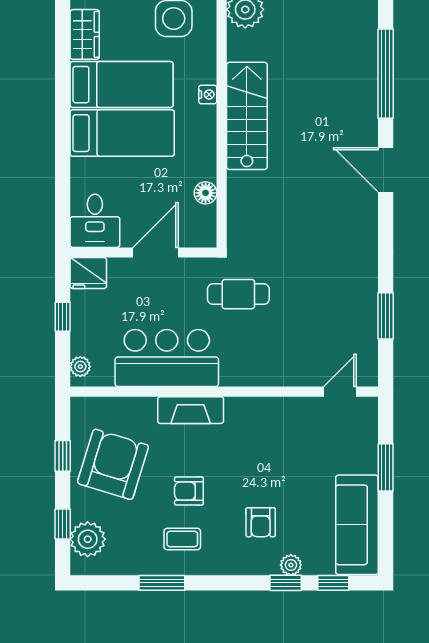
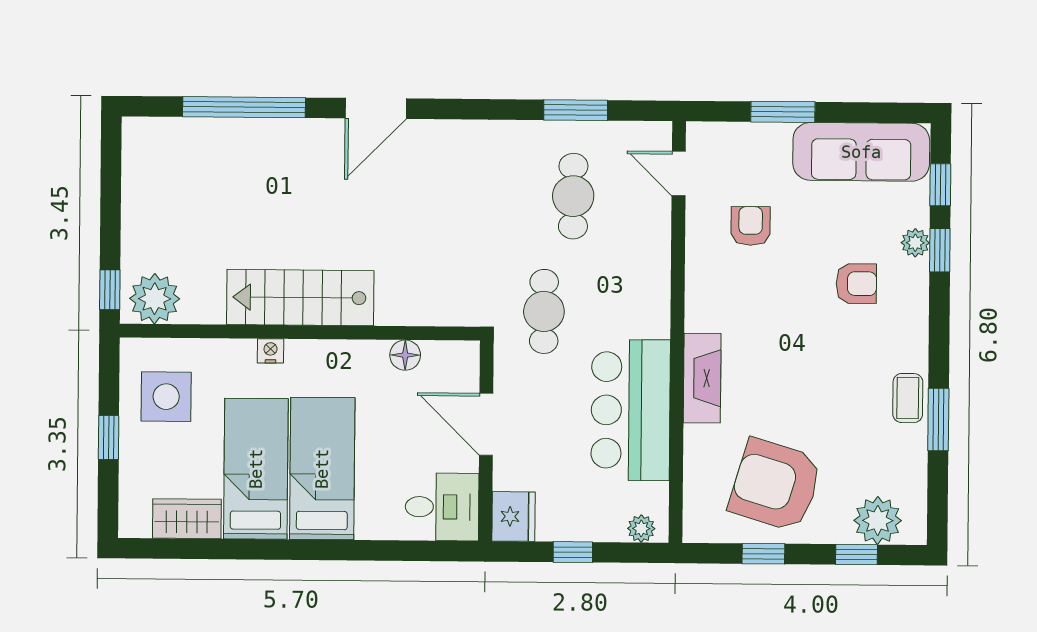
cafe table: (323, 315) -> (573, 196), added
armchair: (189, 491) -> (751, 226), moved, turned 180
coffee table: (182, 539) -> (908, 398), moved

